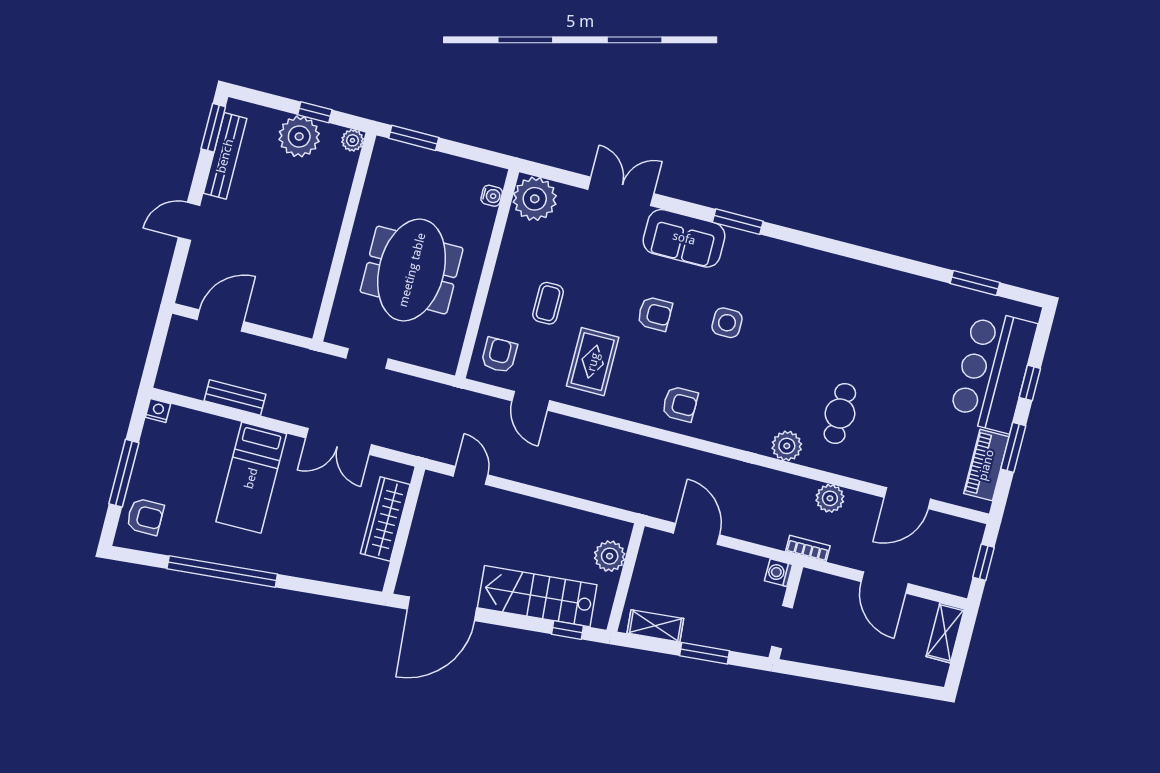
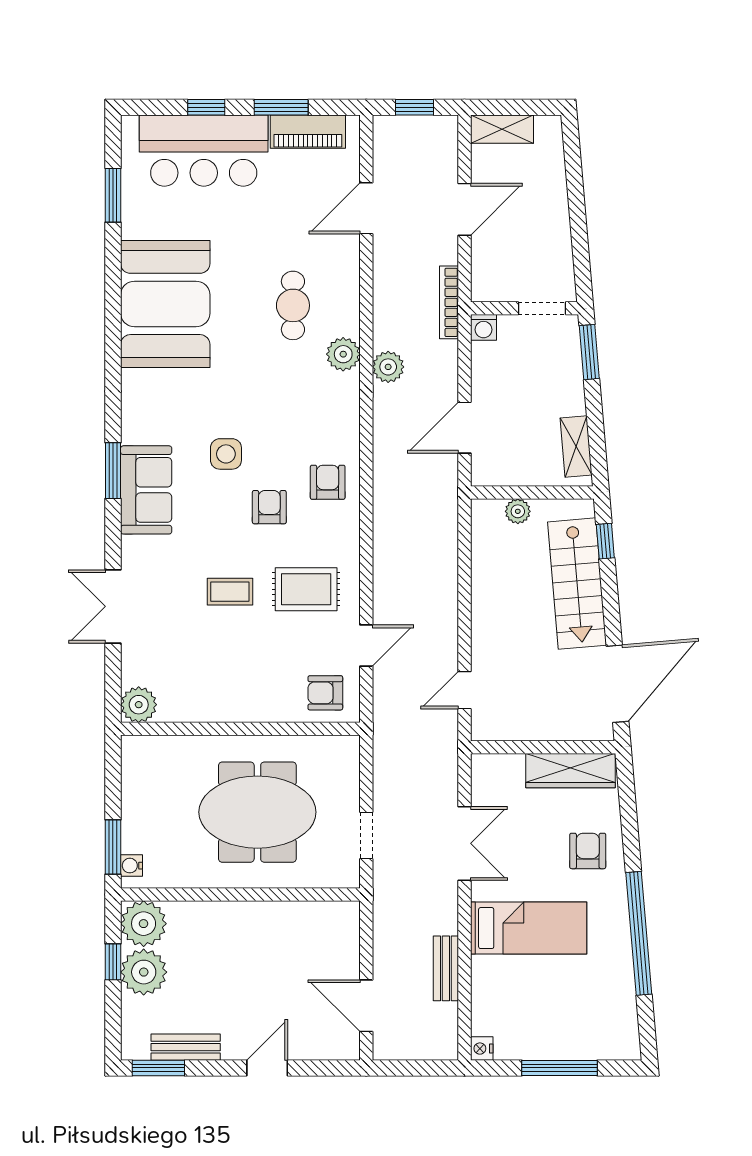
plant: (352, 140) -> (144, 924), width x1.88, depth x1.88
bench: (225, 156) -> (186, 1047), width x0.73
water cooler: (492, 196) -> (132, 866), moved, turned -90
plant: (535, 199) -> (139, 705), width x0.73, depth x0.73
door: (189, 221) -> (267, 1068), swing flipped
sofa: (684, 238) -> (146, 490), moved
coffee table: (548, 303) -> (230, 592), moved
booth: (870, 304) -> (165, 304), added
armchair: (655, 314) -> (269, 507), moved
cafe table: (840, 413) -> (293, 305), turned 90
plant: (830, 498) -> (388, 367), moved
door: (907, 498) -> (366, 208), swing flipped
armchair: (145, 517) -> (588, 851), moved
wardrobe: (385, 519) -> (571, 771), moved
bookcase: (808, 548) -> (449, 302), width x1.56
plant: (610, 556) -> (518, 511), width x0.73, depth x0.73
door: (442, 609) -> (617, 684), hinge flipped
window: (704, 653) -> (589, 352), moved

